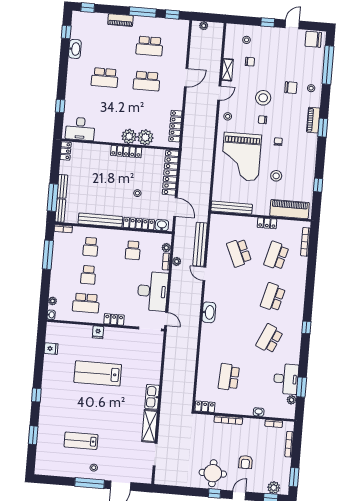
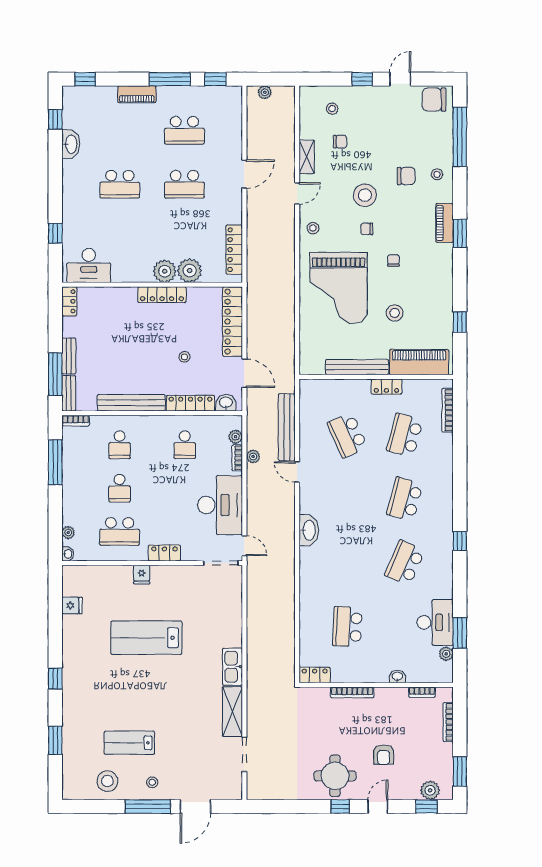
bench: (232, 208) -> (357, 367), moved
stool: (65, 464) -> (107, 781), added

